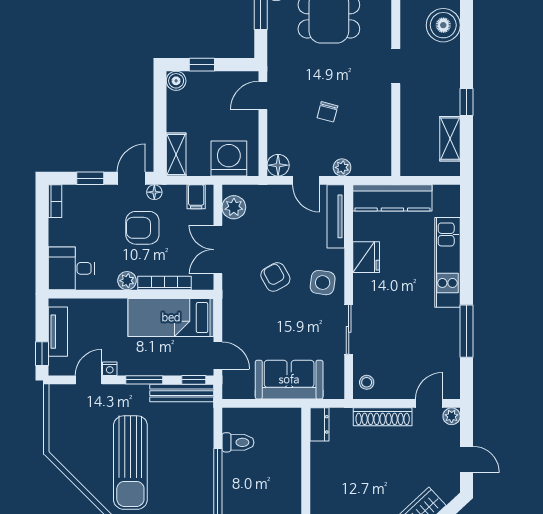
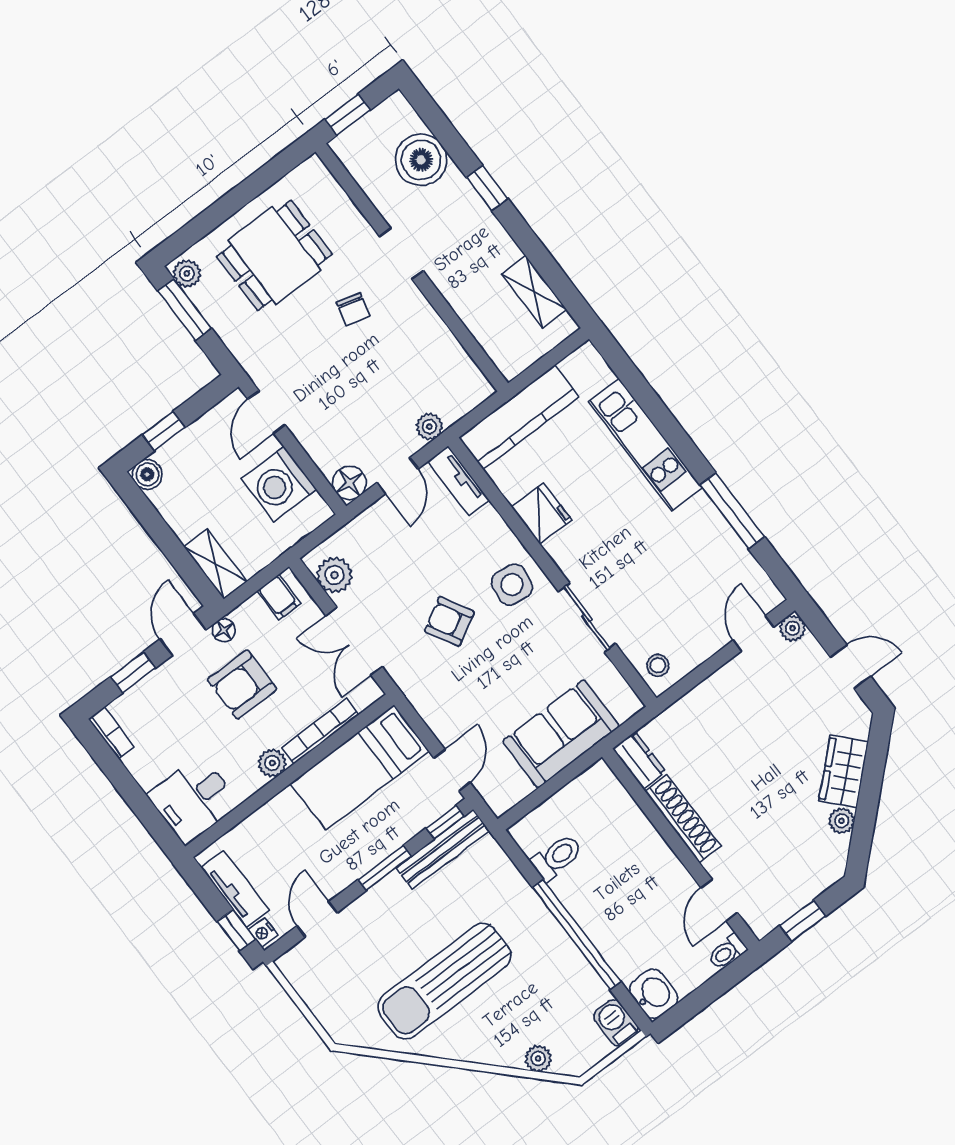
window: (467, 102) -> (487, 188), moved
chair: (327, 112) -> (353, 309), moved
washing machine: (229, 158) -> (279, 484), moved, turned -90
door: (306, 180) -> (398, 476), hinge flipped
tv unit: (336, 216) -> (458, 481), width x0.71
door: (218, 355) -> (452, 770), hinge flipped
nightstand: (110, 369) -> (263, 932), moved, turned 90
shoe rack: (383, 417) -> (683, 819), moved, turned -90
sun lounger: (130, 463) -> (444, 981), turned 90

